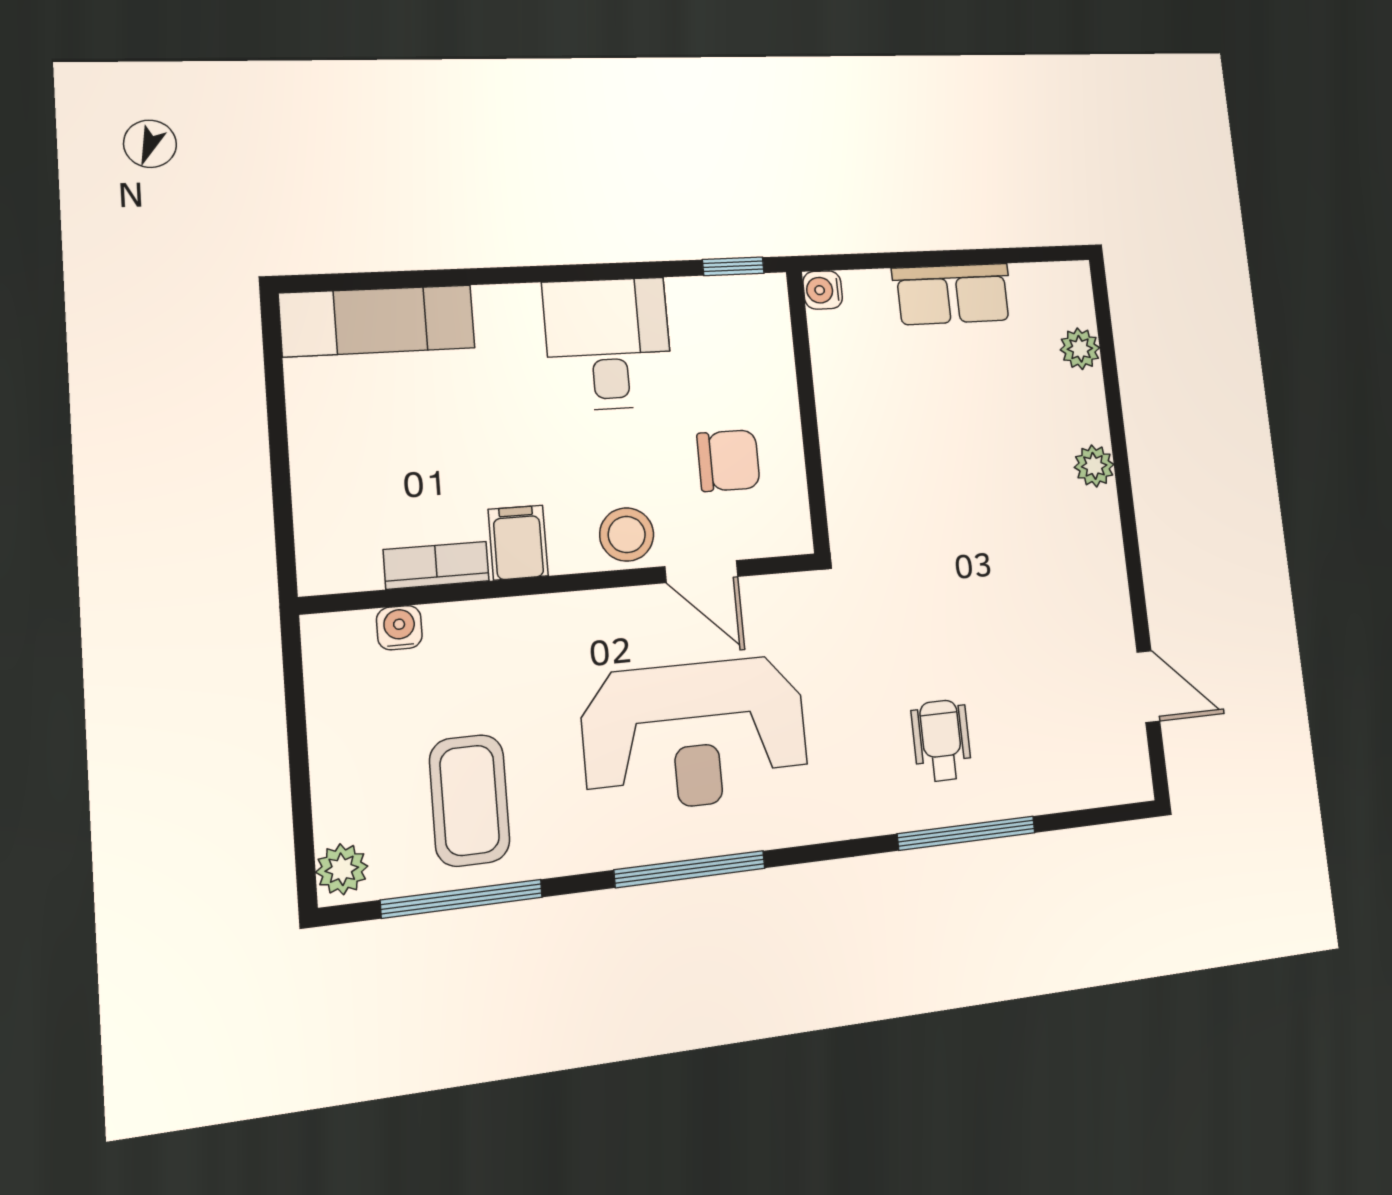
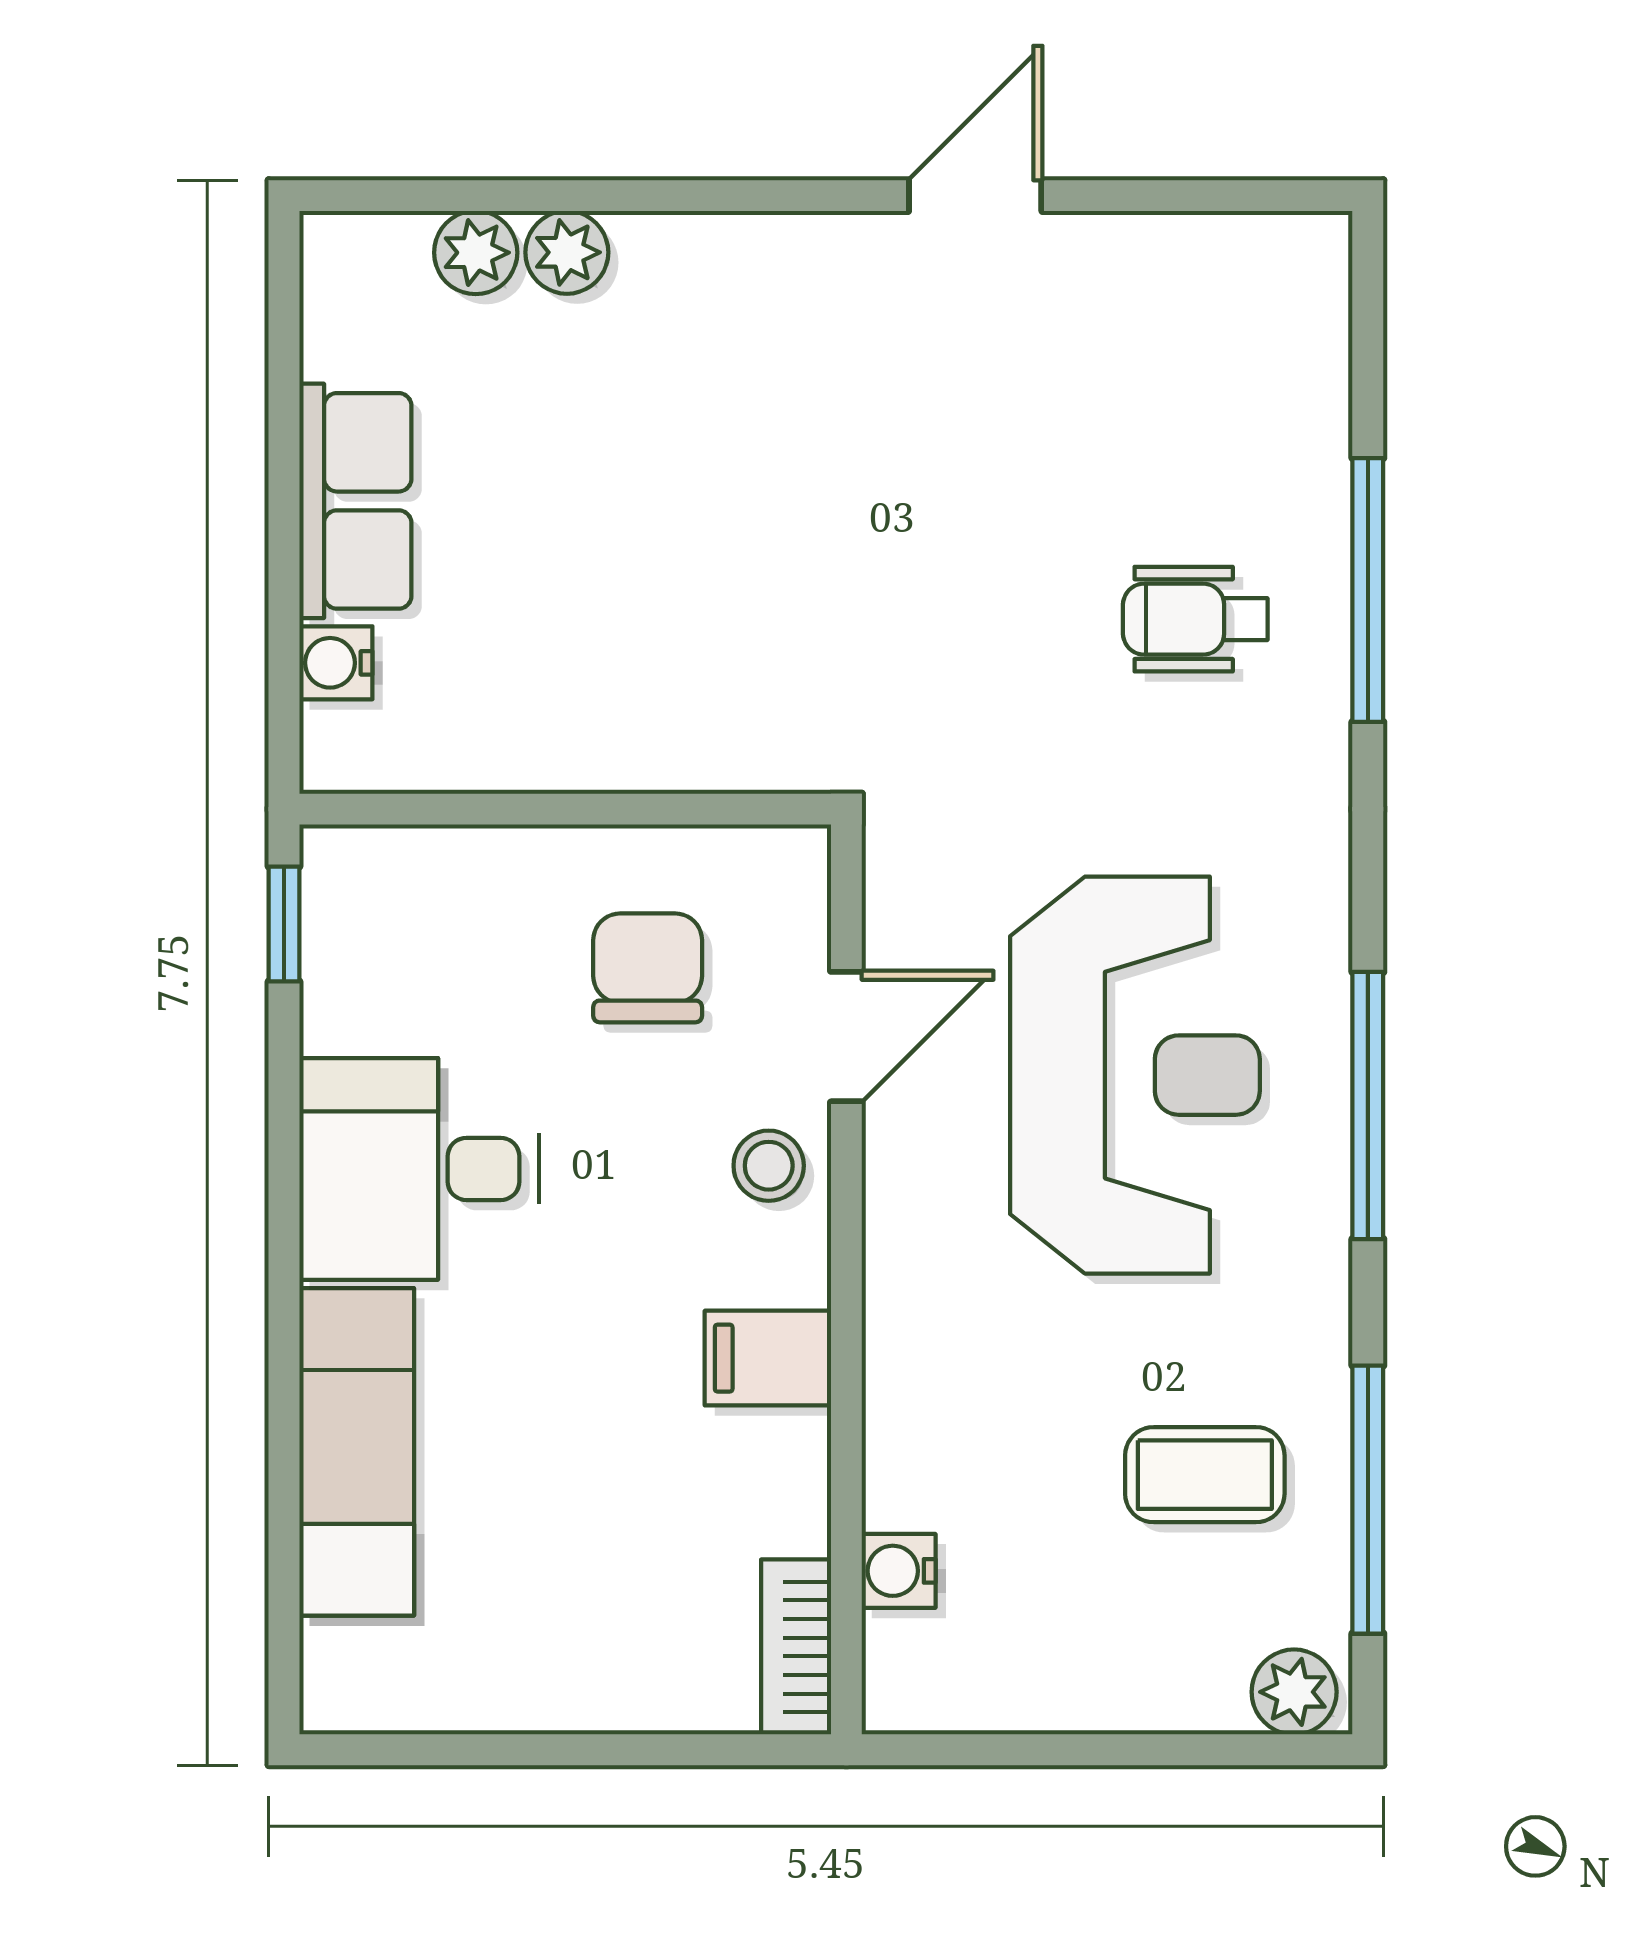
water cooler: (823, 290) -> (336, 663), moved, turned 90
exam couch: (378, 321) -> (357, 1452), moved
plant: (1094, 466) -> (567, 252), moved
stool: (627, 535) -> (769, 1166), width x0.73, depth x0.73
bookcase: (436, 565) -> (796, 1647), moved
door: (1148, 687) -> (975, 196), moved
coffee table: (470, 800) -> (1205, 1475), width x0.73, depth x0.77

